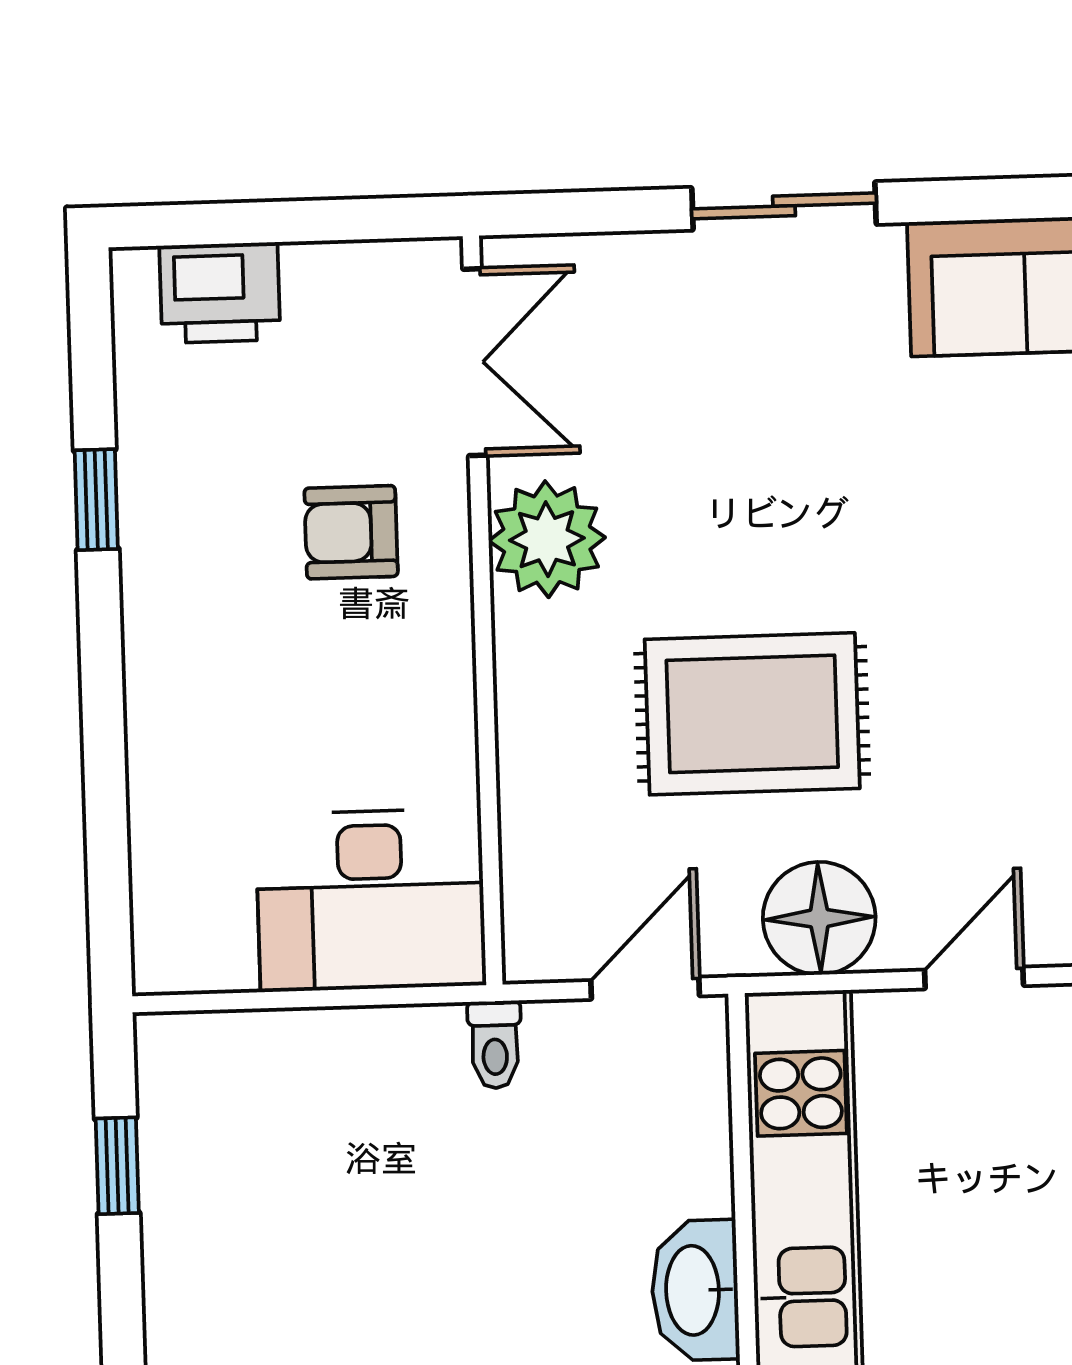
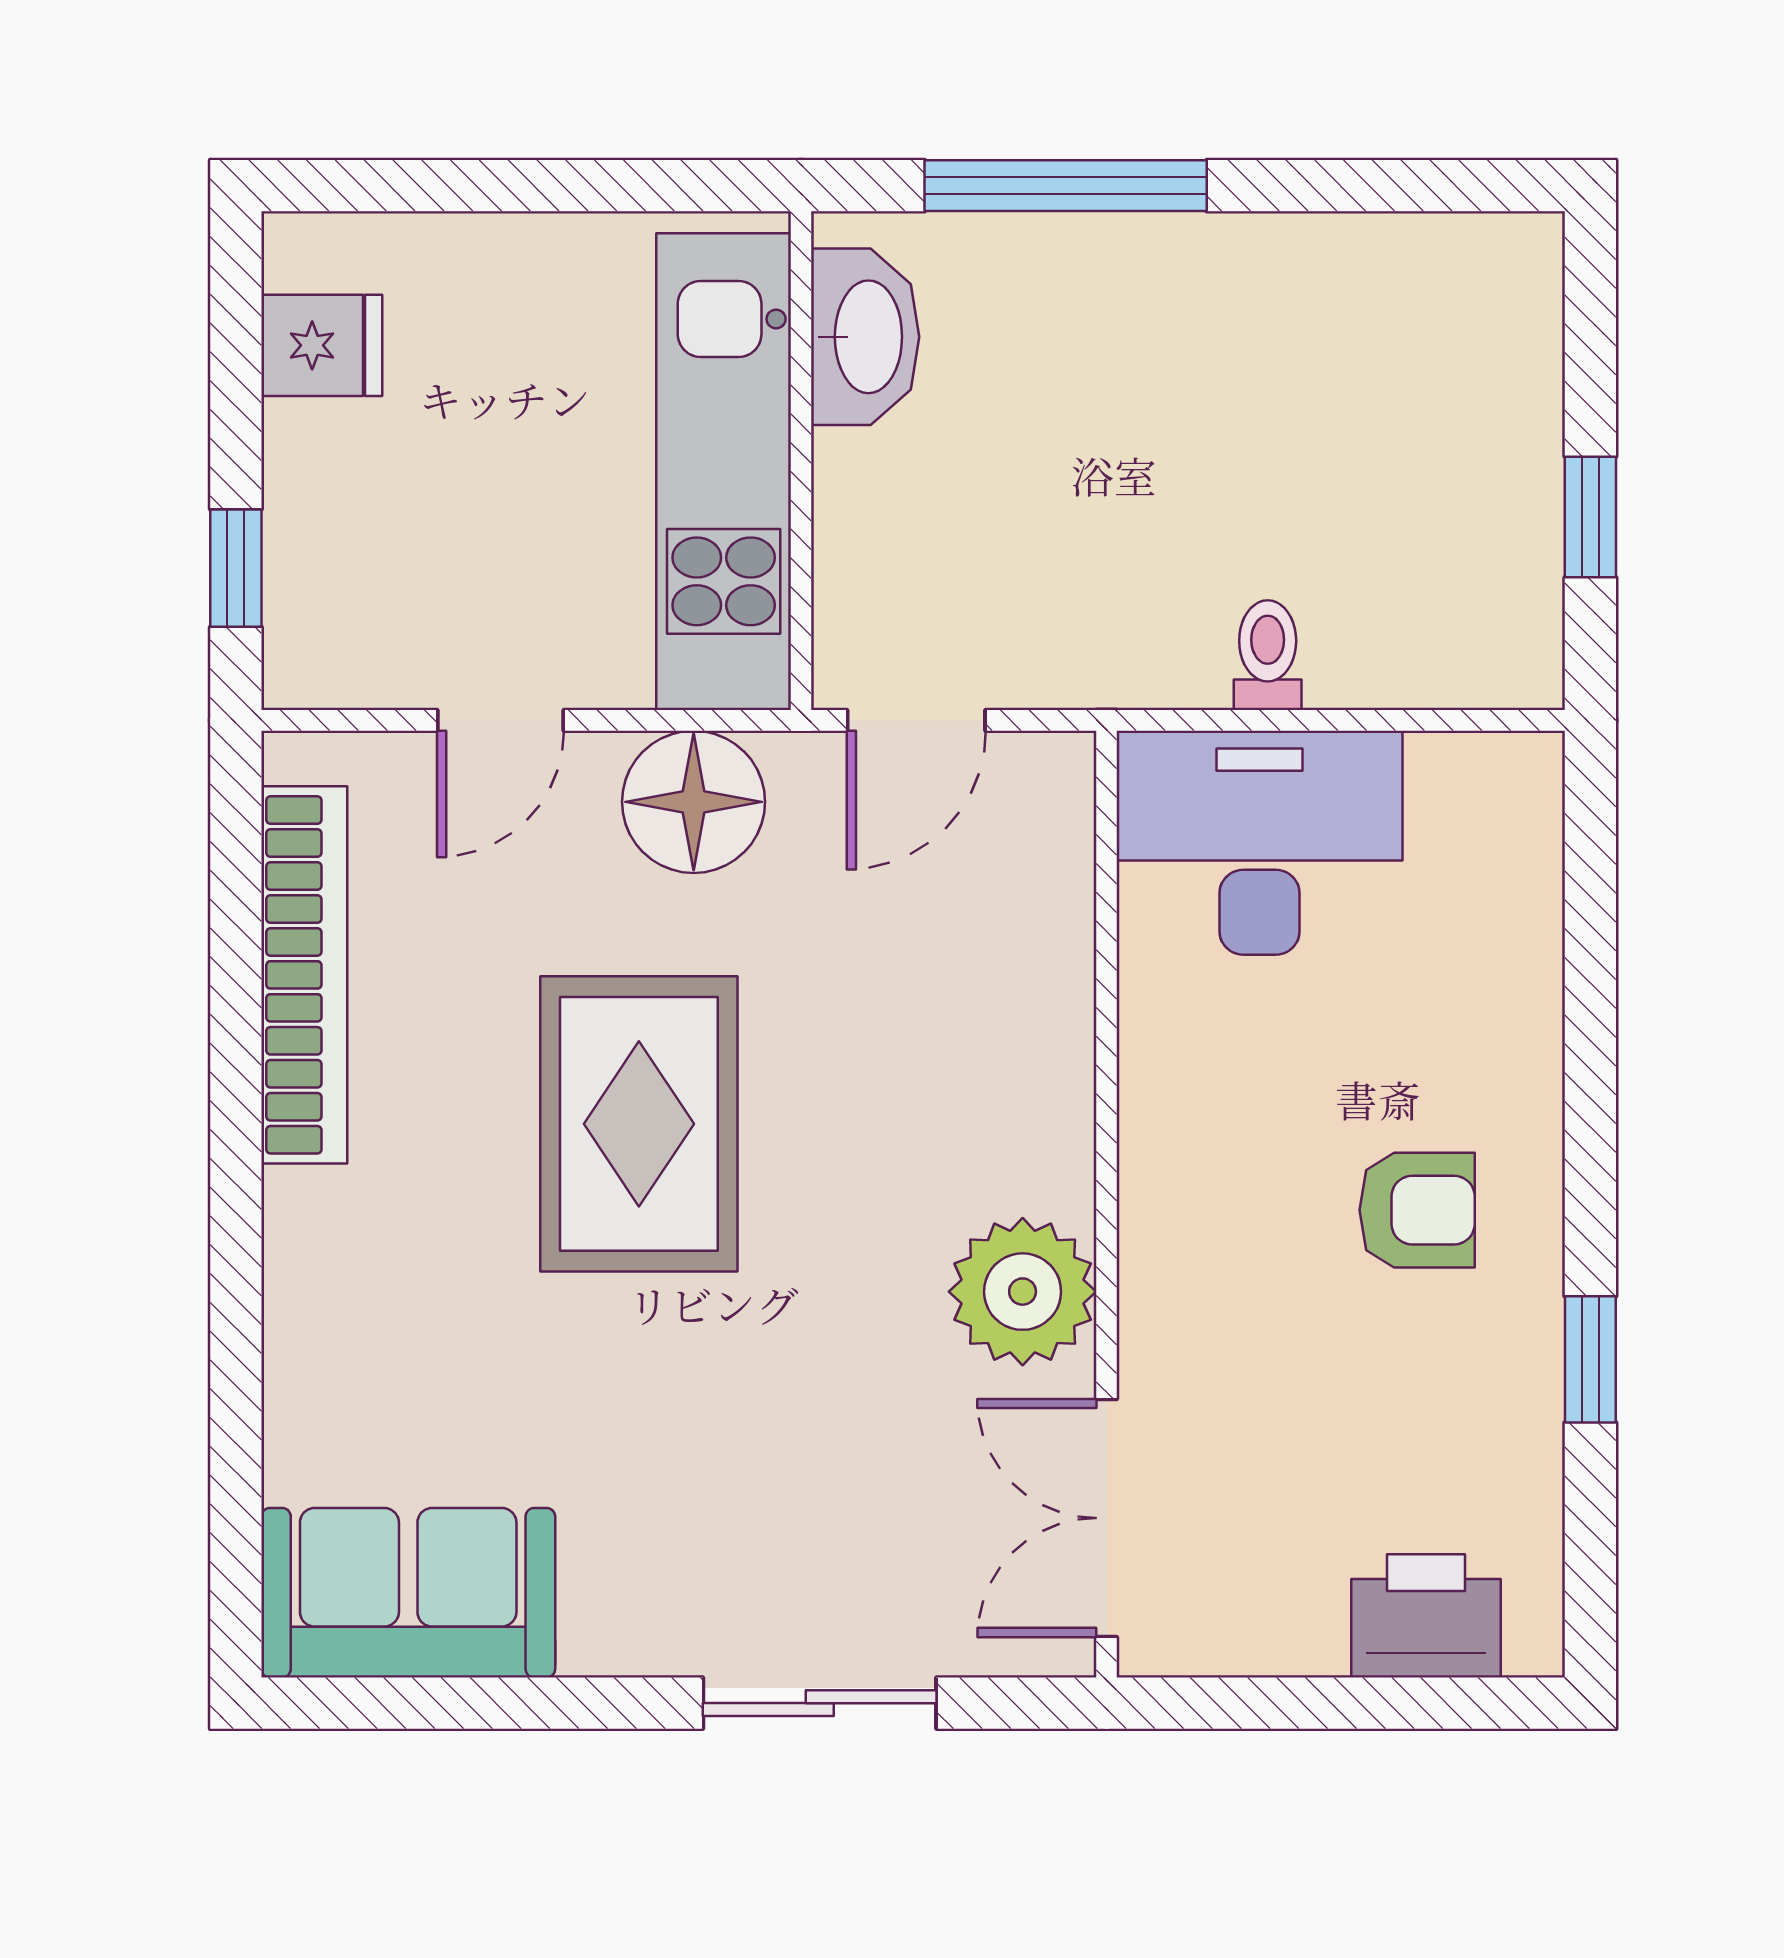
sliding door: (784, 206) -> (820, 1703), moved
armchair: (351, 532) -> (1417, 1210), moved
rug: (752, 714) -> (639, 1124), moved, turned 90
toilet: (495, 1045) -> (1268, 655), moved

